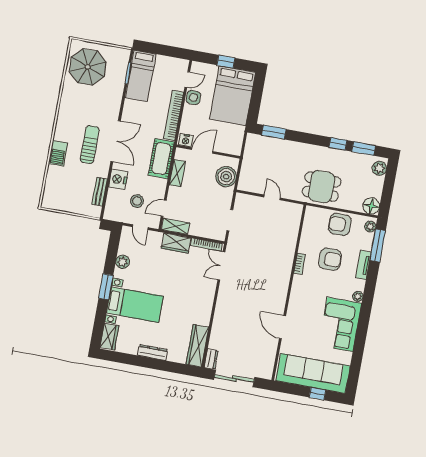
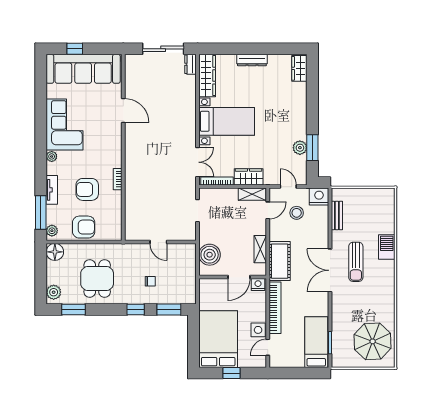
window: (338, 144) -> (136, 310), moved
chair: (287, 162) -> (150, 281), added
nightstand: (118, 179) -> (319, 197), moved, turned -90
dining table: (321, 187) -> (97, 278), moved, turned 90
window: (106, 287) -> (312, 148), moved
bed with nightstands: (135, 305) -> (227, 121), moved, turned 180

